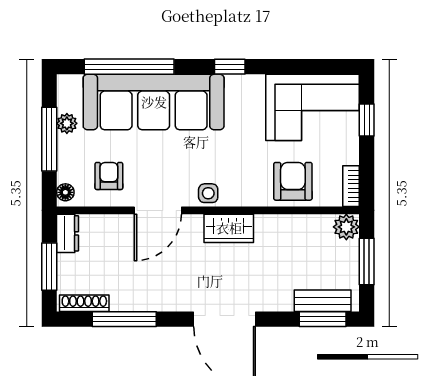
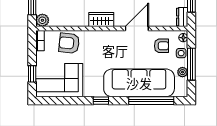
armchair: (109, 176) -> (161, 46), turned -90
armchair: (293, 181) -> (69, 43), turned 96
side table: (208, 193) -> (181, 53), moved

